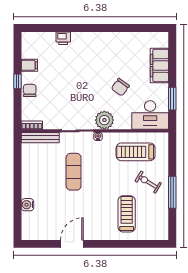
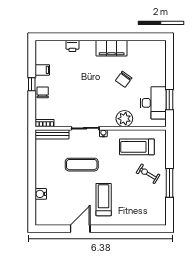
filing cabinet: (159, 66) -> (112, 48), moved, turned -90
chair: (120, 87) -> (124, 79), moved
desk: (150, 115) -> (153, 103), moved, turned -90
plant: (104, 120) -> (124, 119), moved
exercise mat: (74, 172) -> (82, 165), turned 90
treadmill: (127, 214) -> (104, 200), moved

